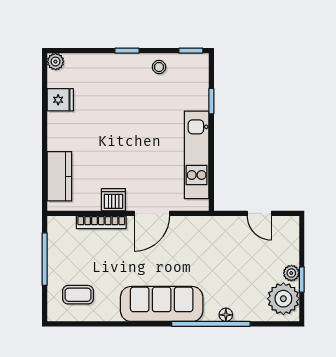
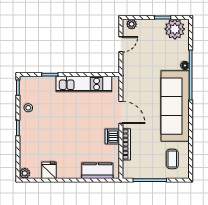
plant: (291, 273) -> (132, 24), moved
sofa: (162, 304) -> (175, 106), width x1.36, depth x1.27

